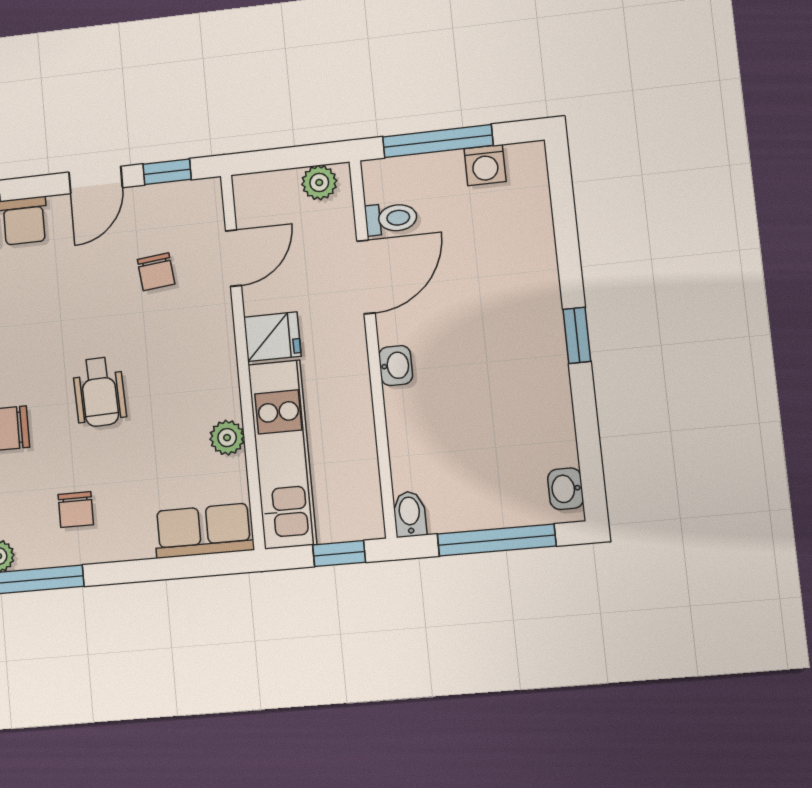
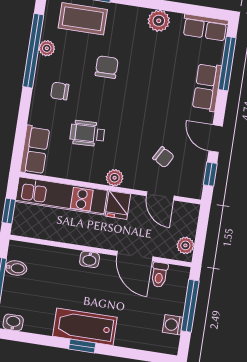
chair: (156, 272) -> (163, 157), turned -144
bathtub: (536, 340) -> (85, 327), added
wheelchair: (99, 392) -> (87, 133), moved
plant: (227, 438) -> (115, 178), moved
bidet: (410, 514) -> (16, 268), moved

